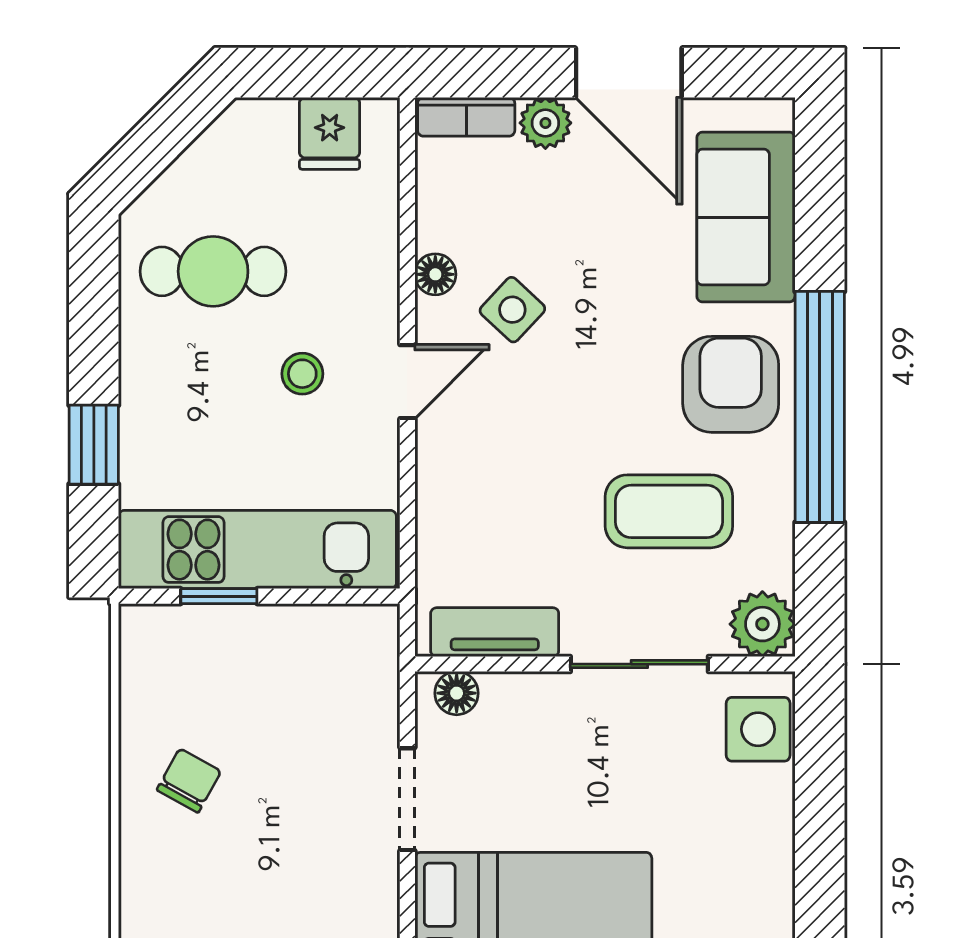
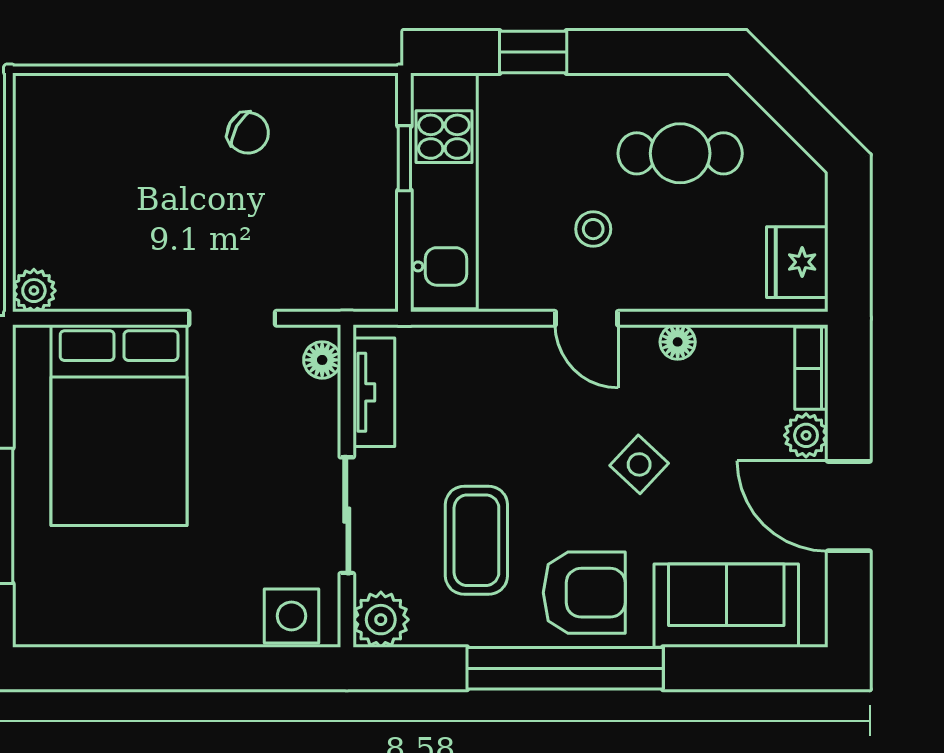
door: (629, 73) -> (849, 506), hinge flipped
fridge: (330, 133) -> (797, 262), width x1.38
cafe table: (213, 271) -> (680, 153), turned 90
side table: (512, 310) -> (639, 464), moved

